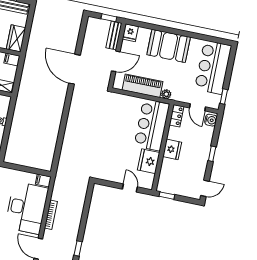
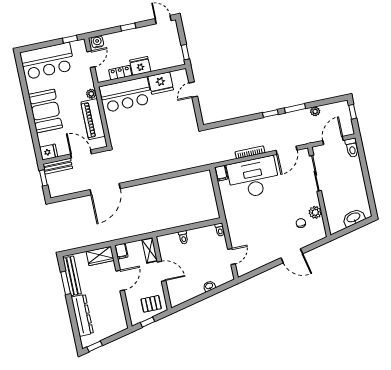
locker: (177, 116) -> (120, 73), moved

